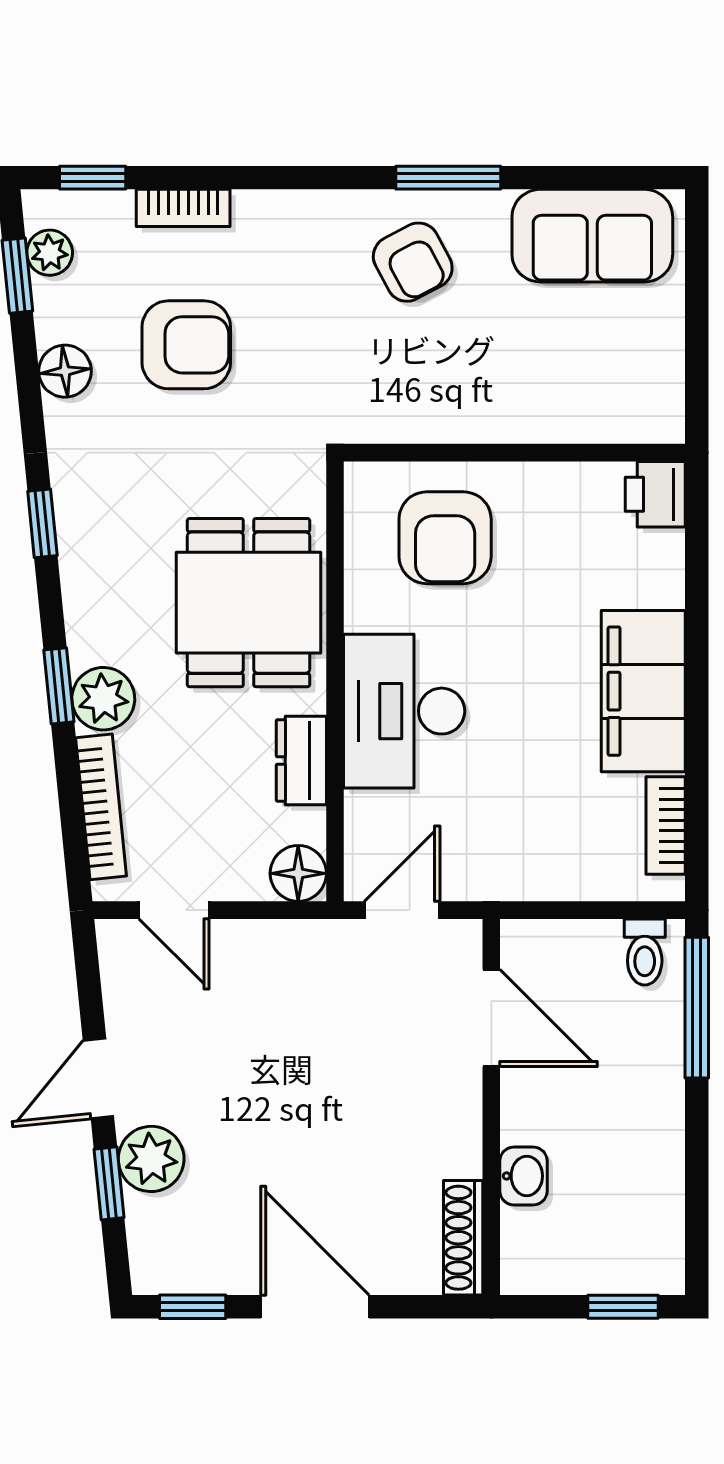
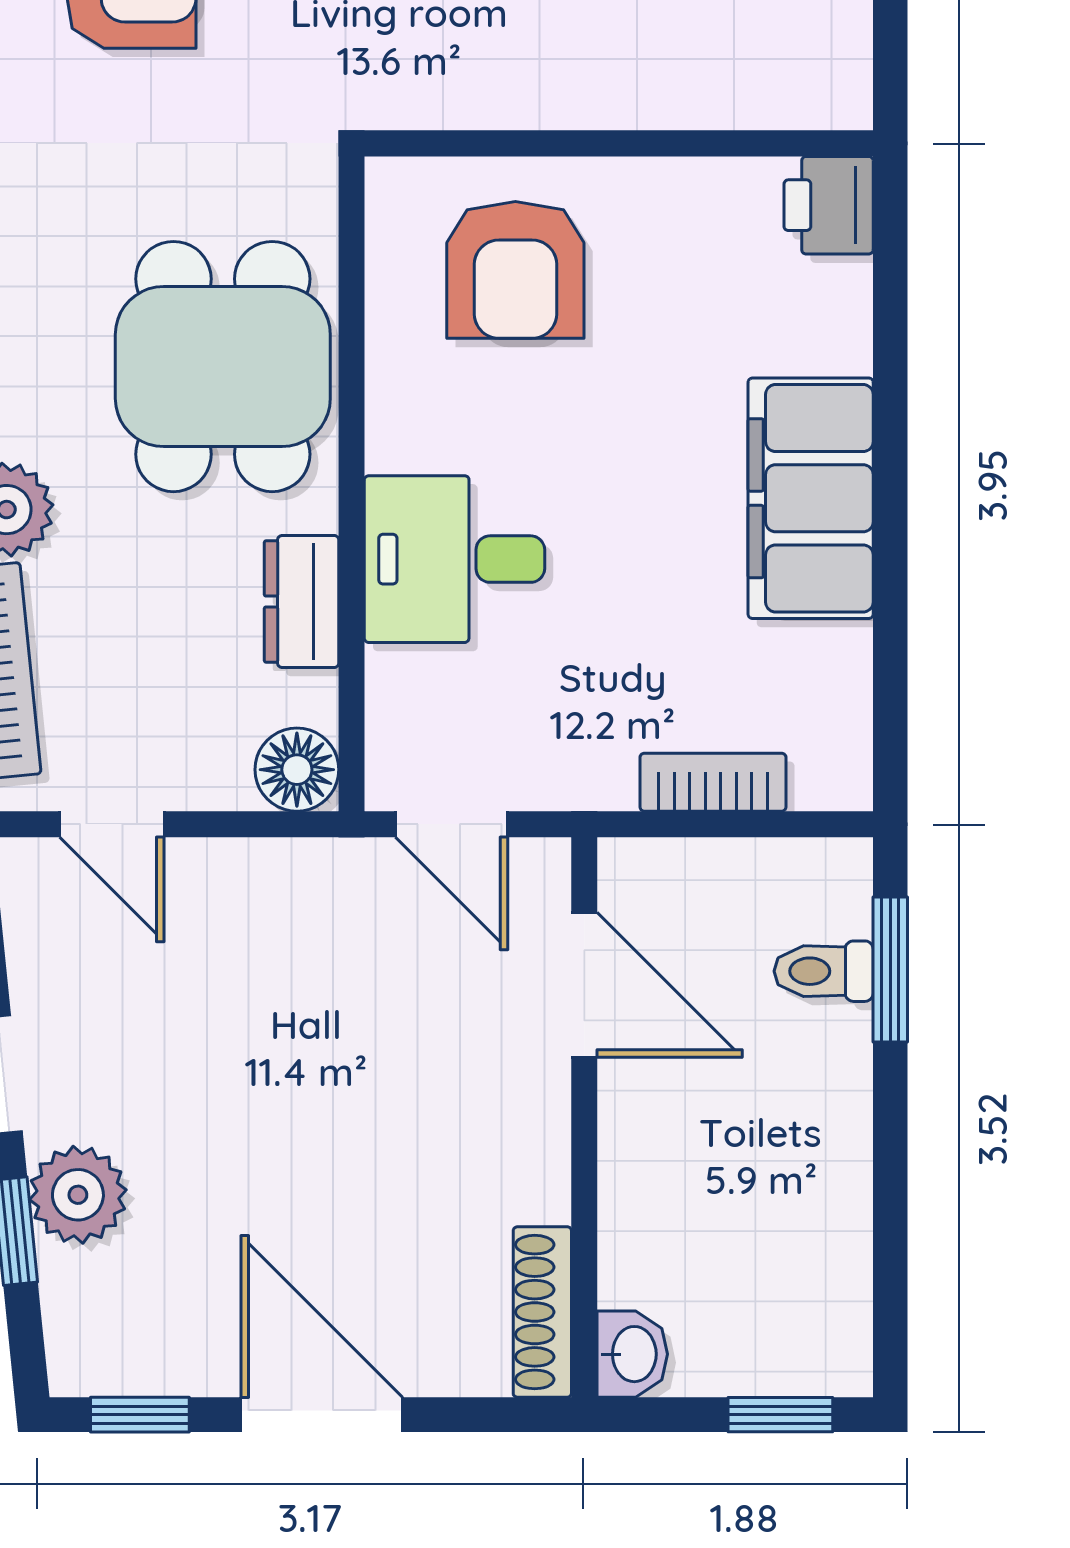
desk: (404, 711) -> (454, 559), width x0.73
bookcase: (666, 825) -> (713, 782), moved, turned 90
door: (402, 910) -> (452, 824), swing flipped
toilet: (645, 952) -> (824, 971), moved, turned 90
window: (697, 1008) -> (890, 969), width x0.69
washbasin: (523, 1176) -> (632, 1354), moved

